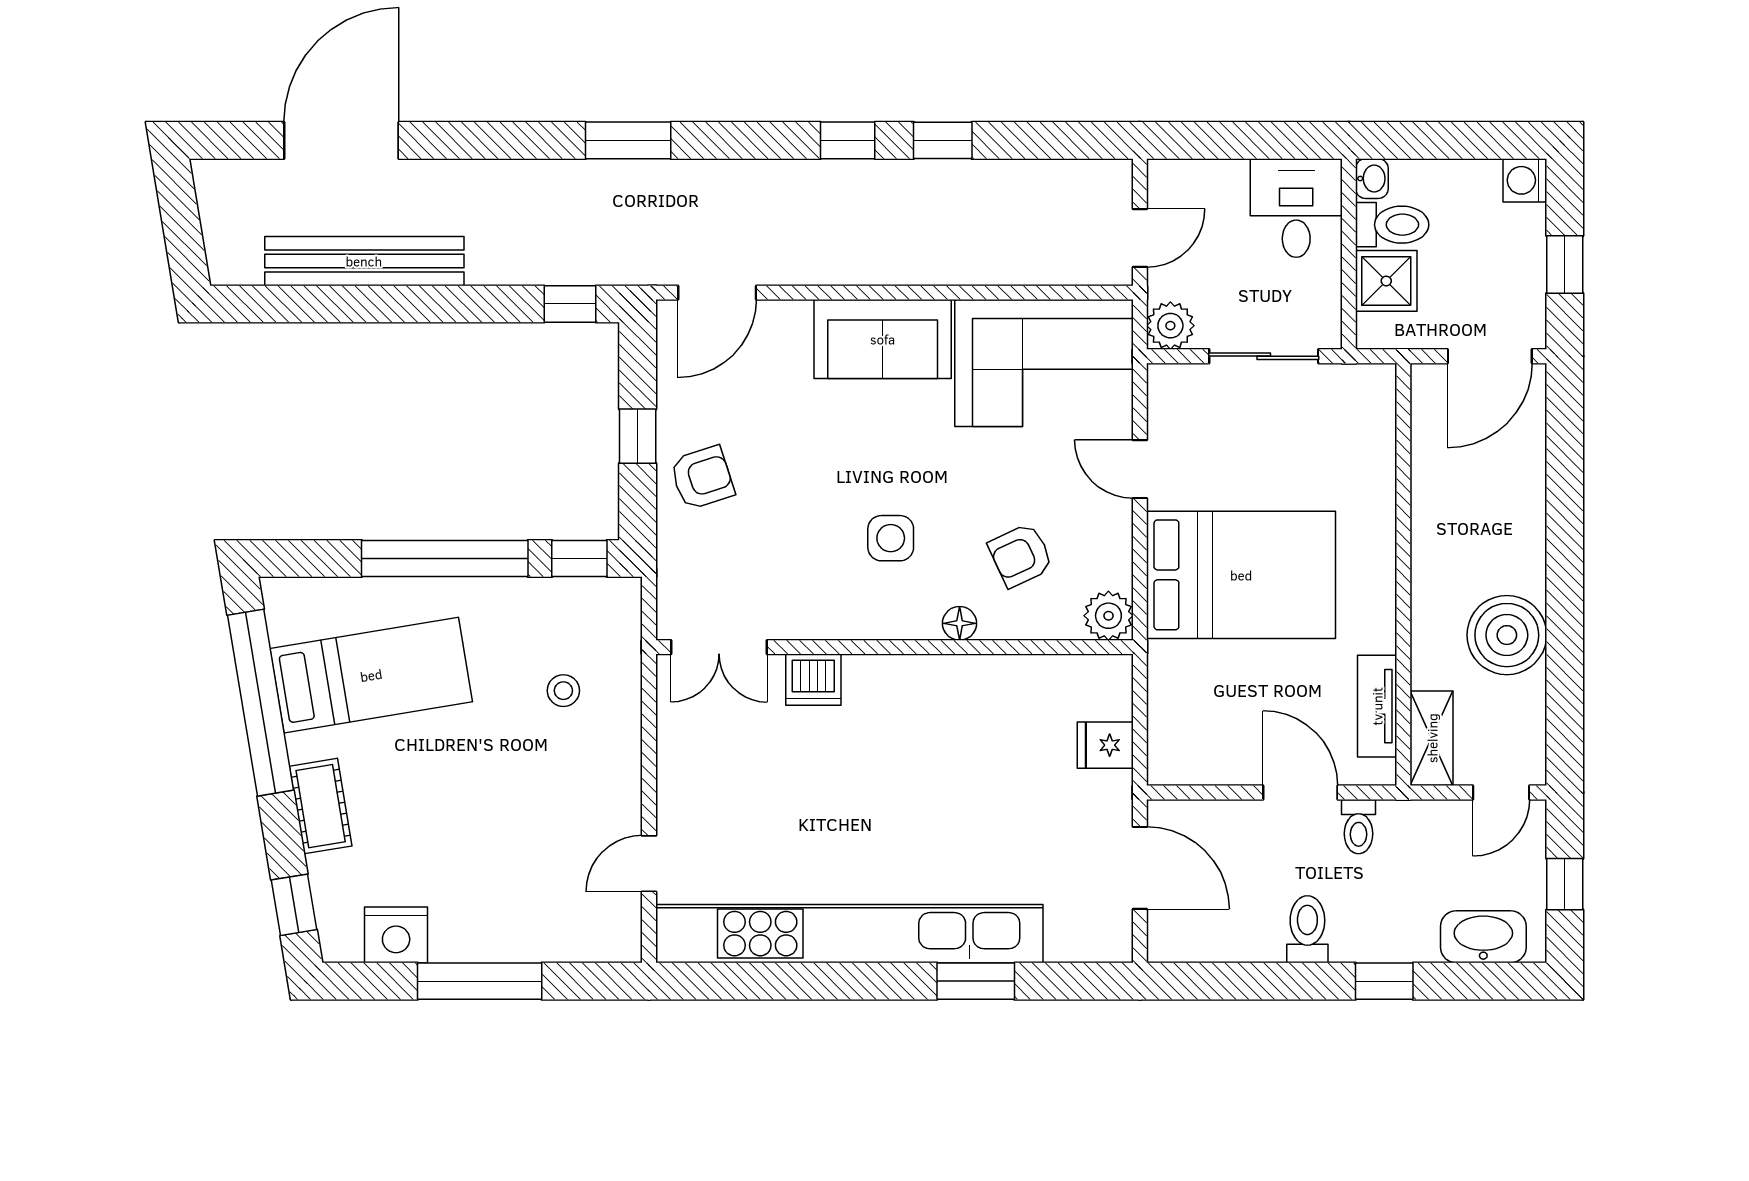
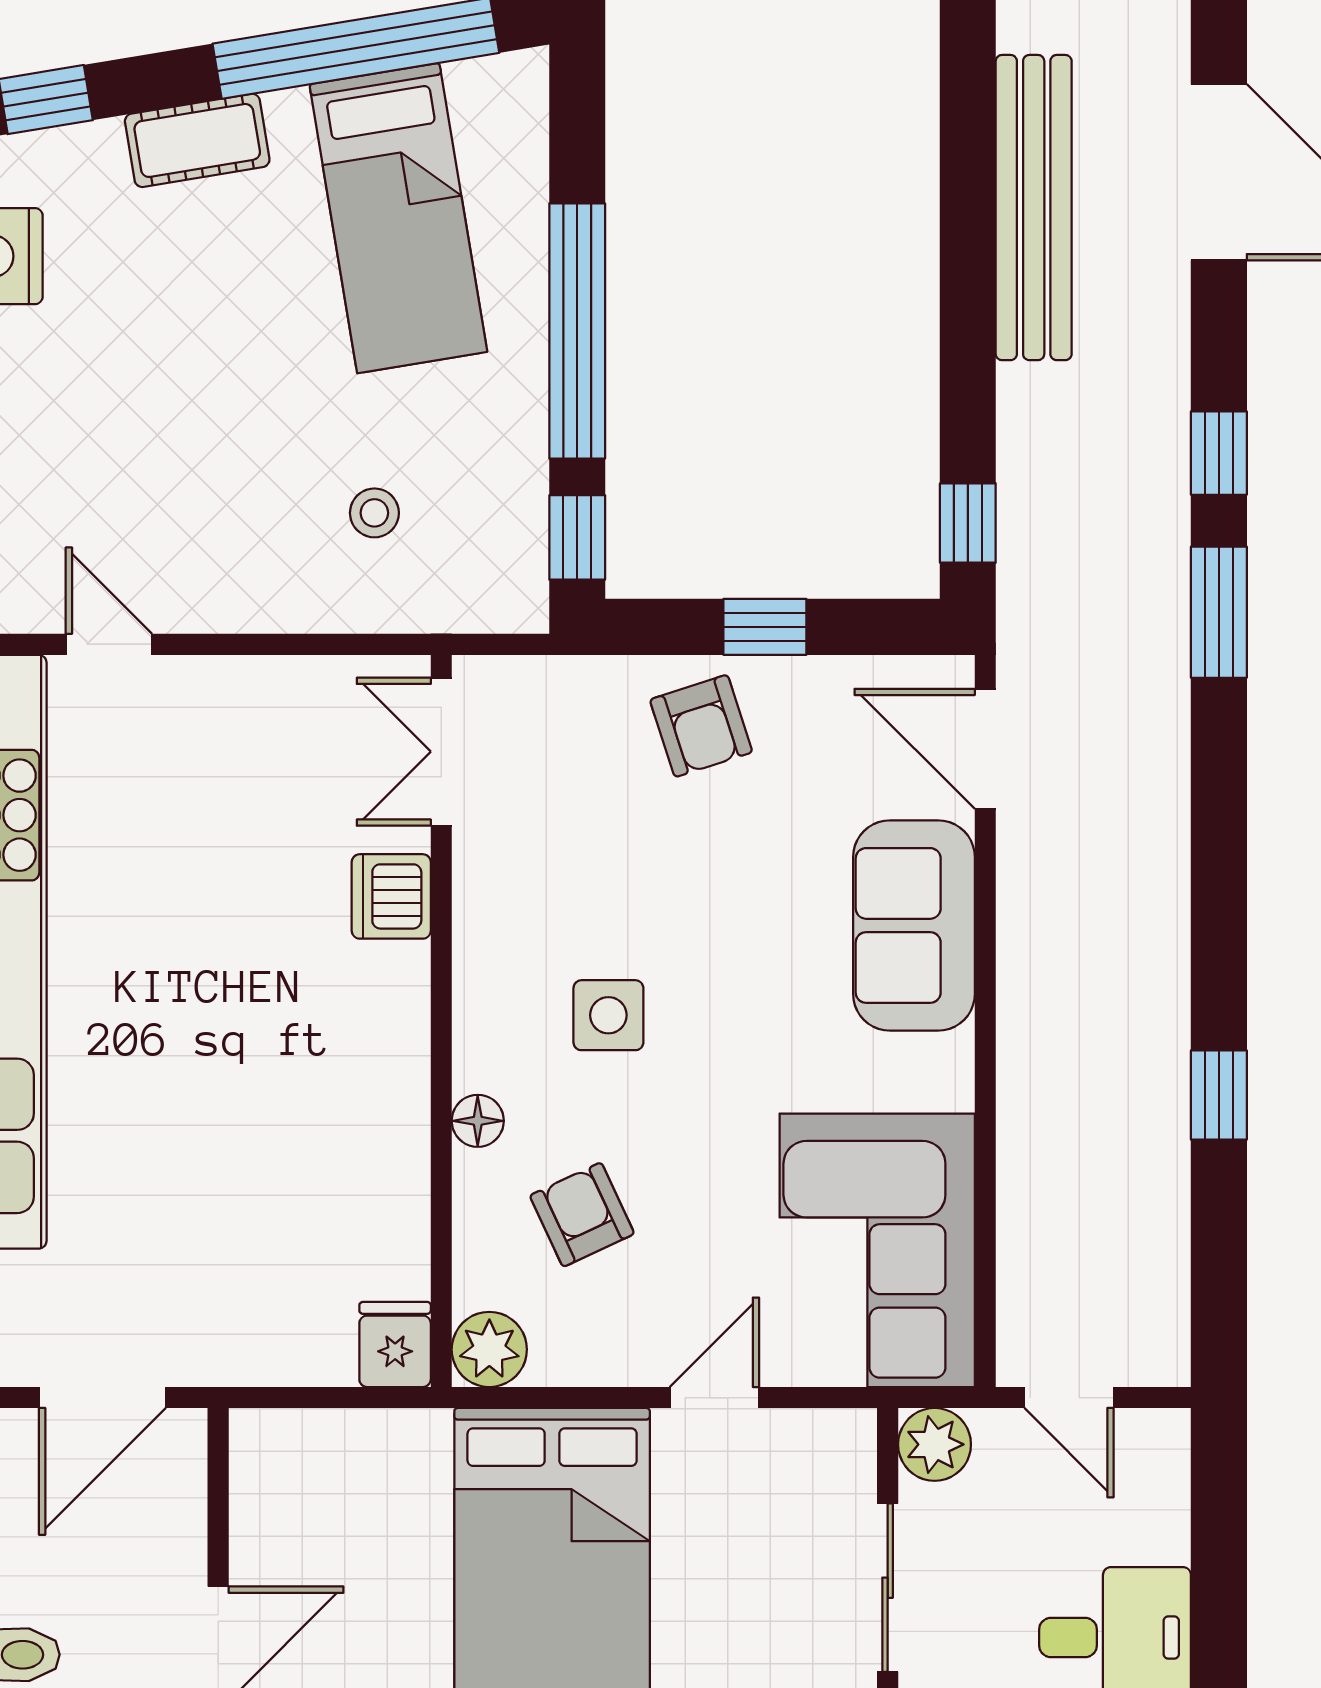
window: (848, 140) -> (1219, 453), moved
sofa: (883, 339) -> (914, 925), moved
fridge: (1105, 745) -> (395, 1344), moved

